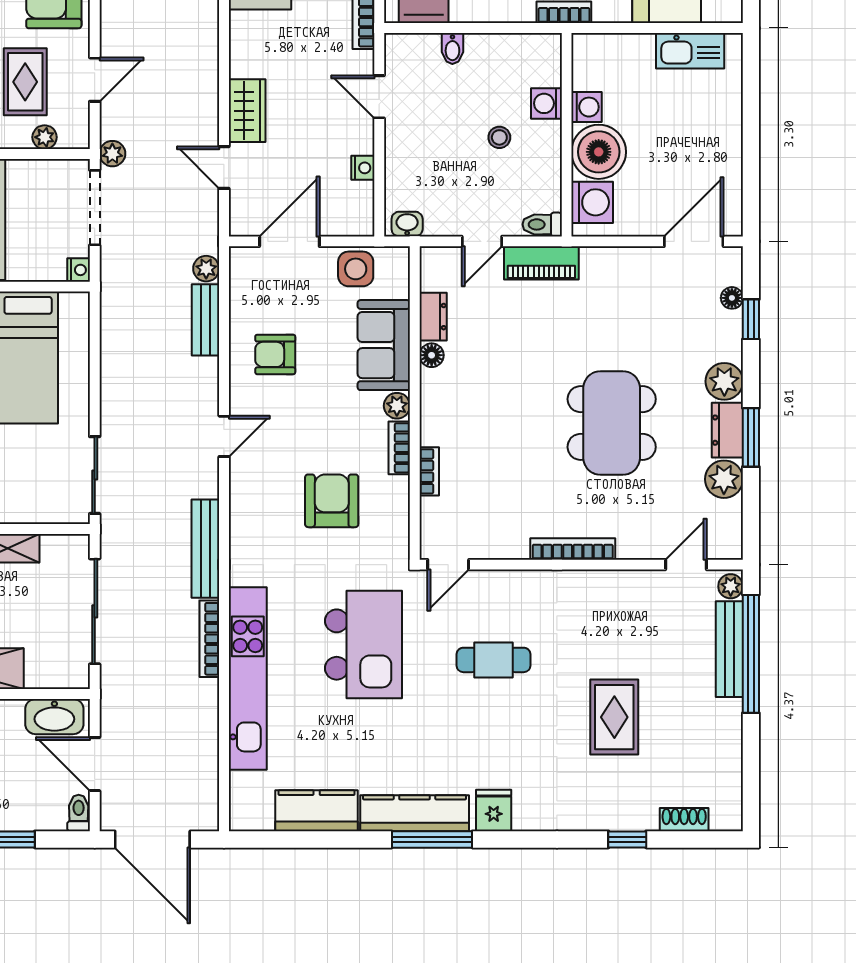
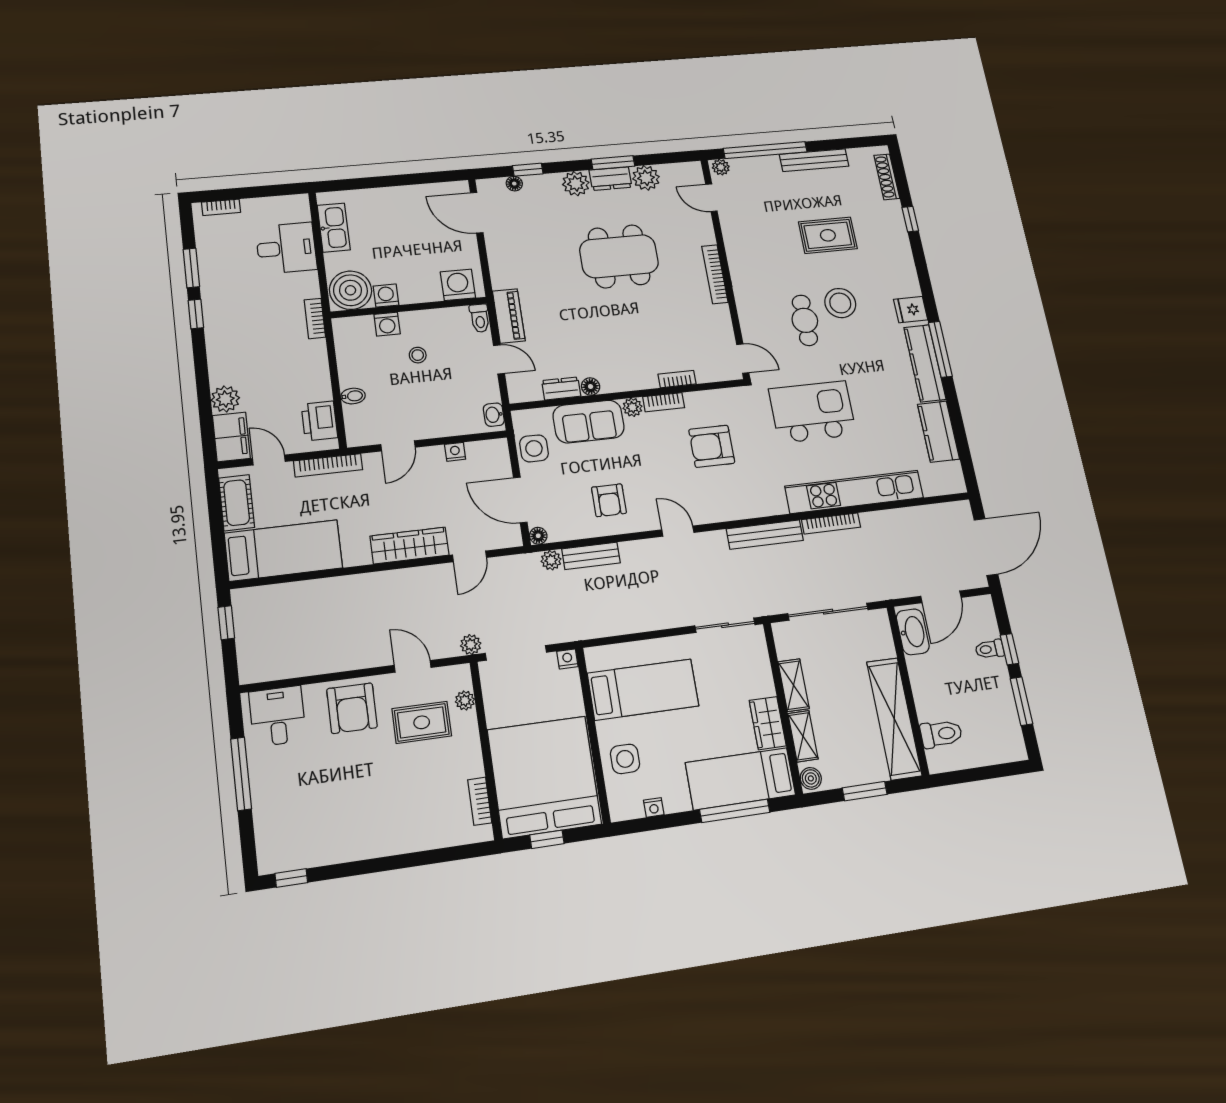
wardrobe: (247, 111) -> (410, 546), width x1.50
boiler: (599, 152) -> (351, 290), moved
floor lamp: (240, 257) -> (538, 536), added
bench: (729, 649) -> (814, 160), moved
stool: (513, 714) -> (840, 303), added
toilet: (79, 813) -> (990, 649), moved
shoe rack: (684, 820) -> (887, 177), width x1.43

